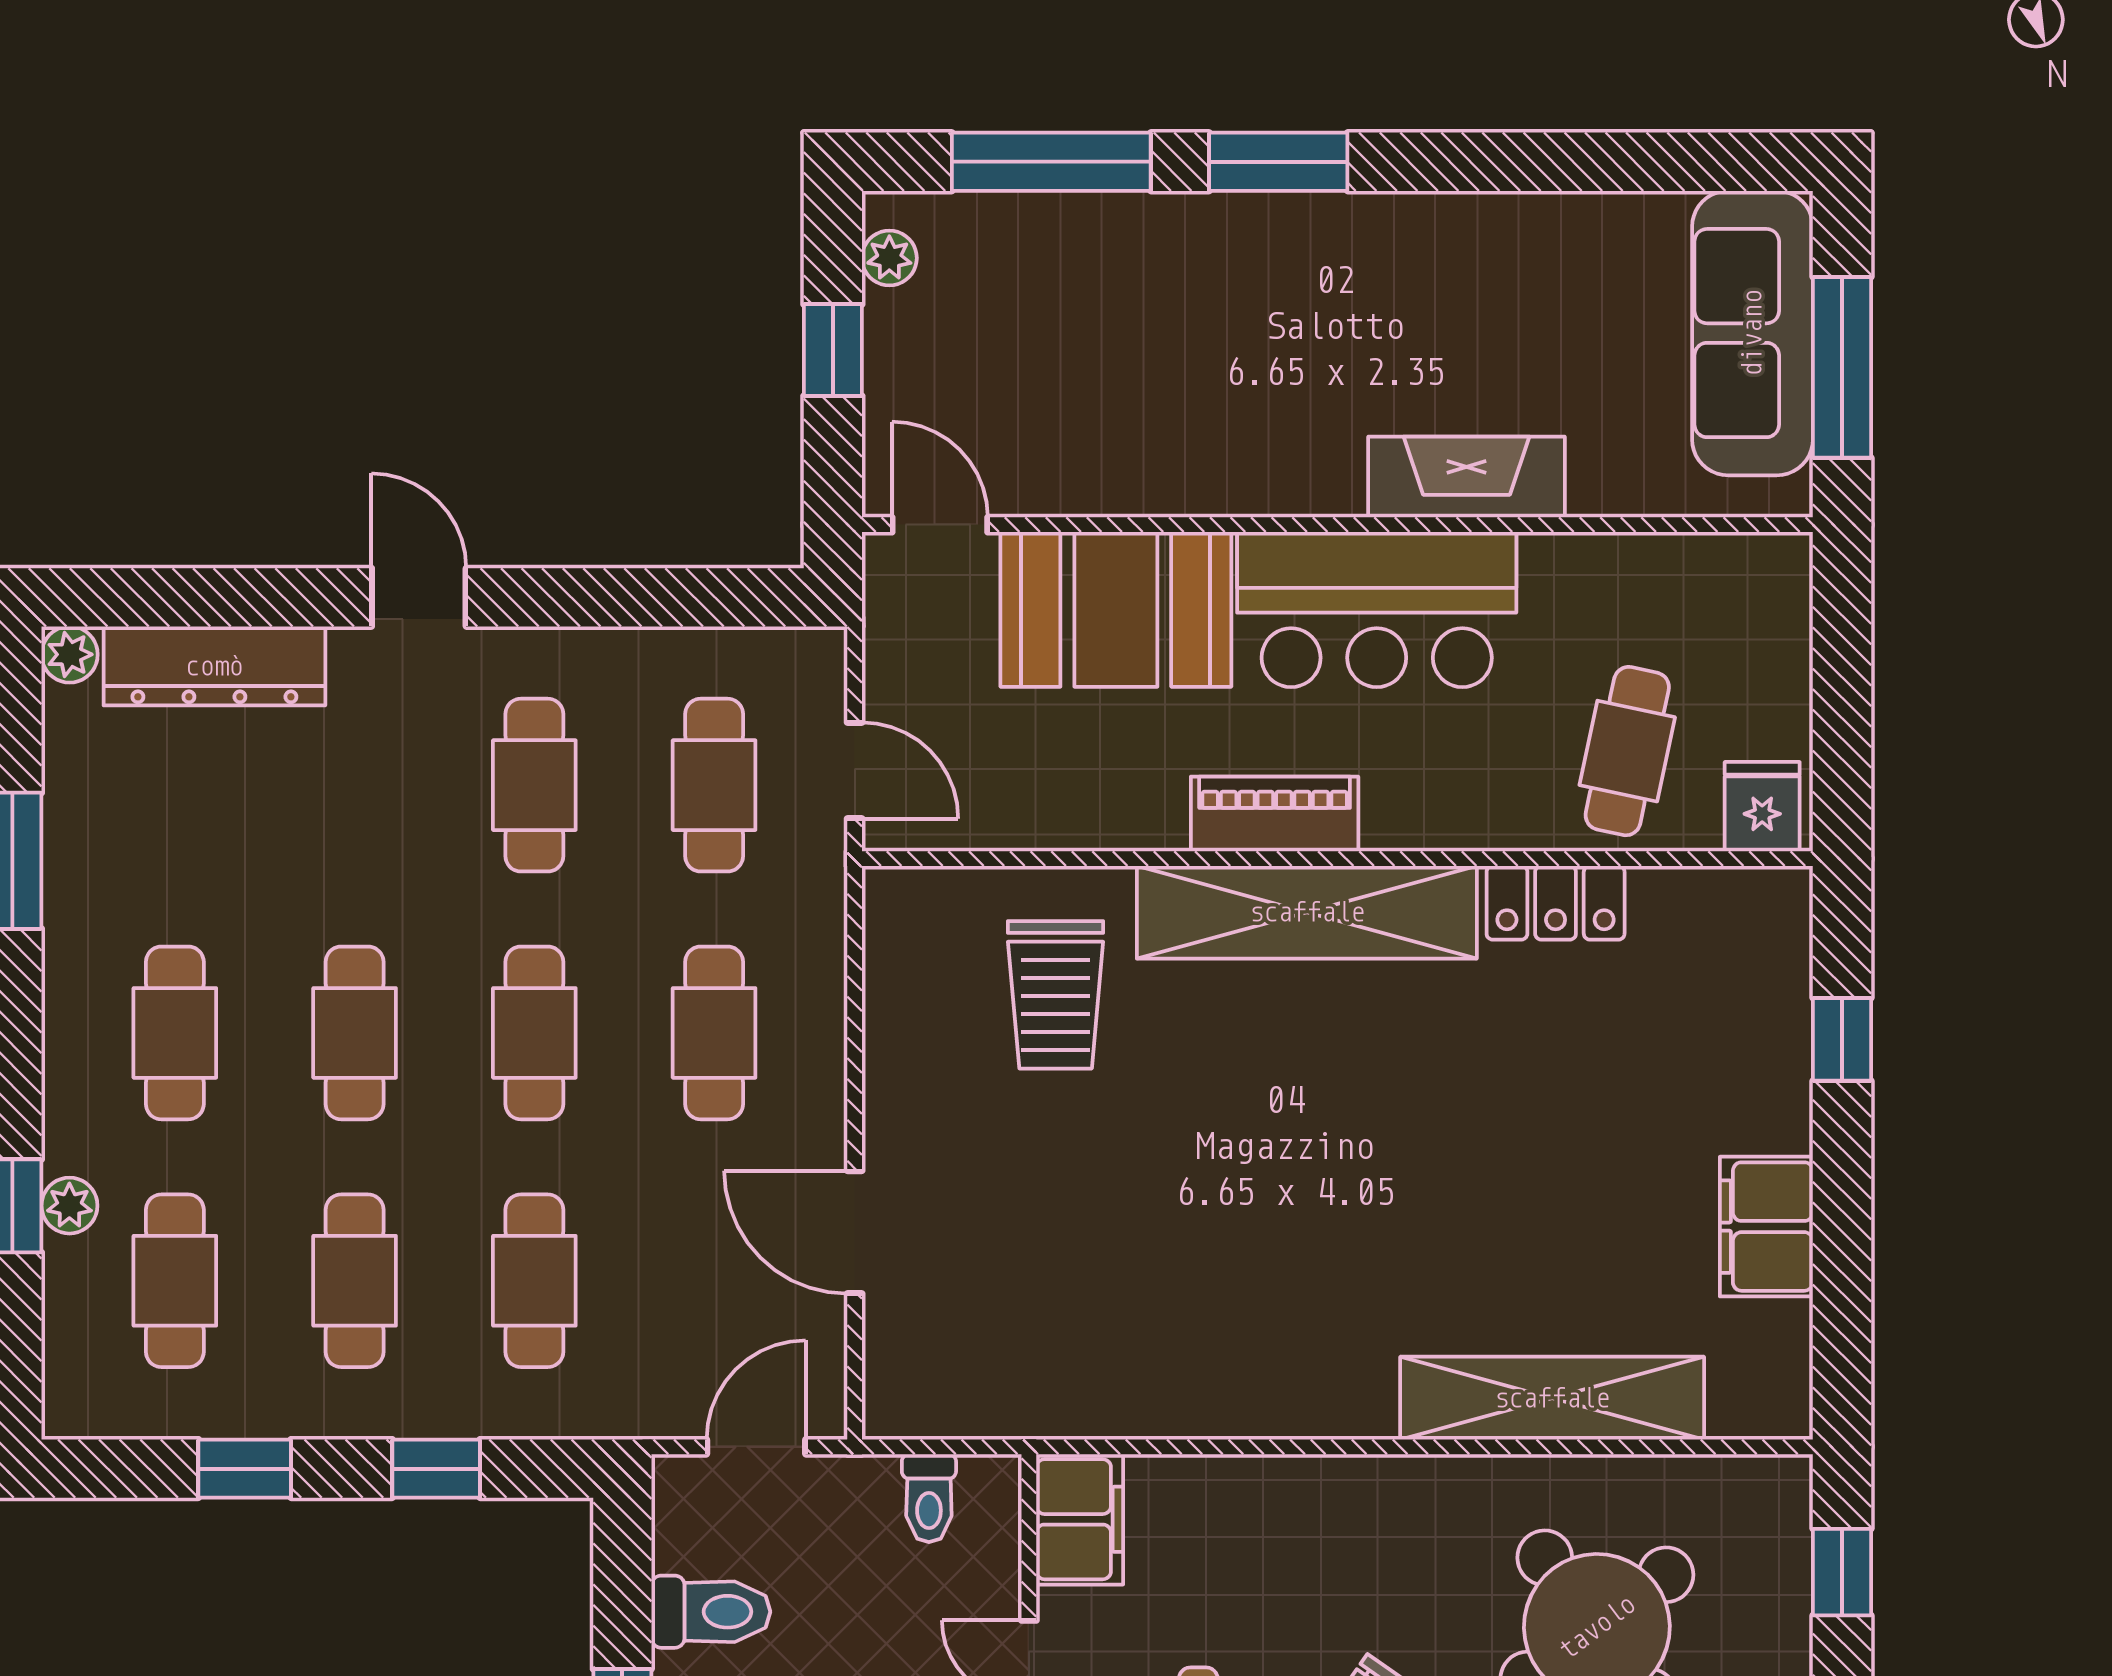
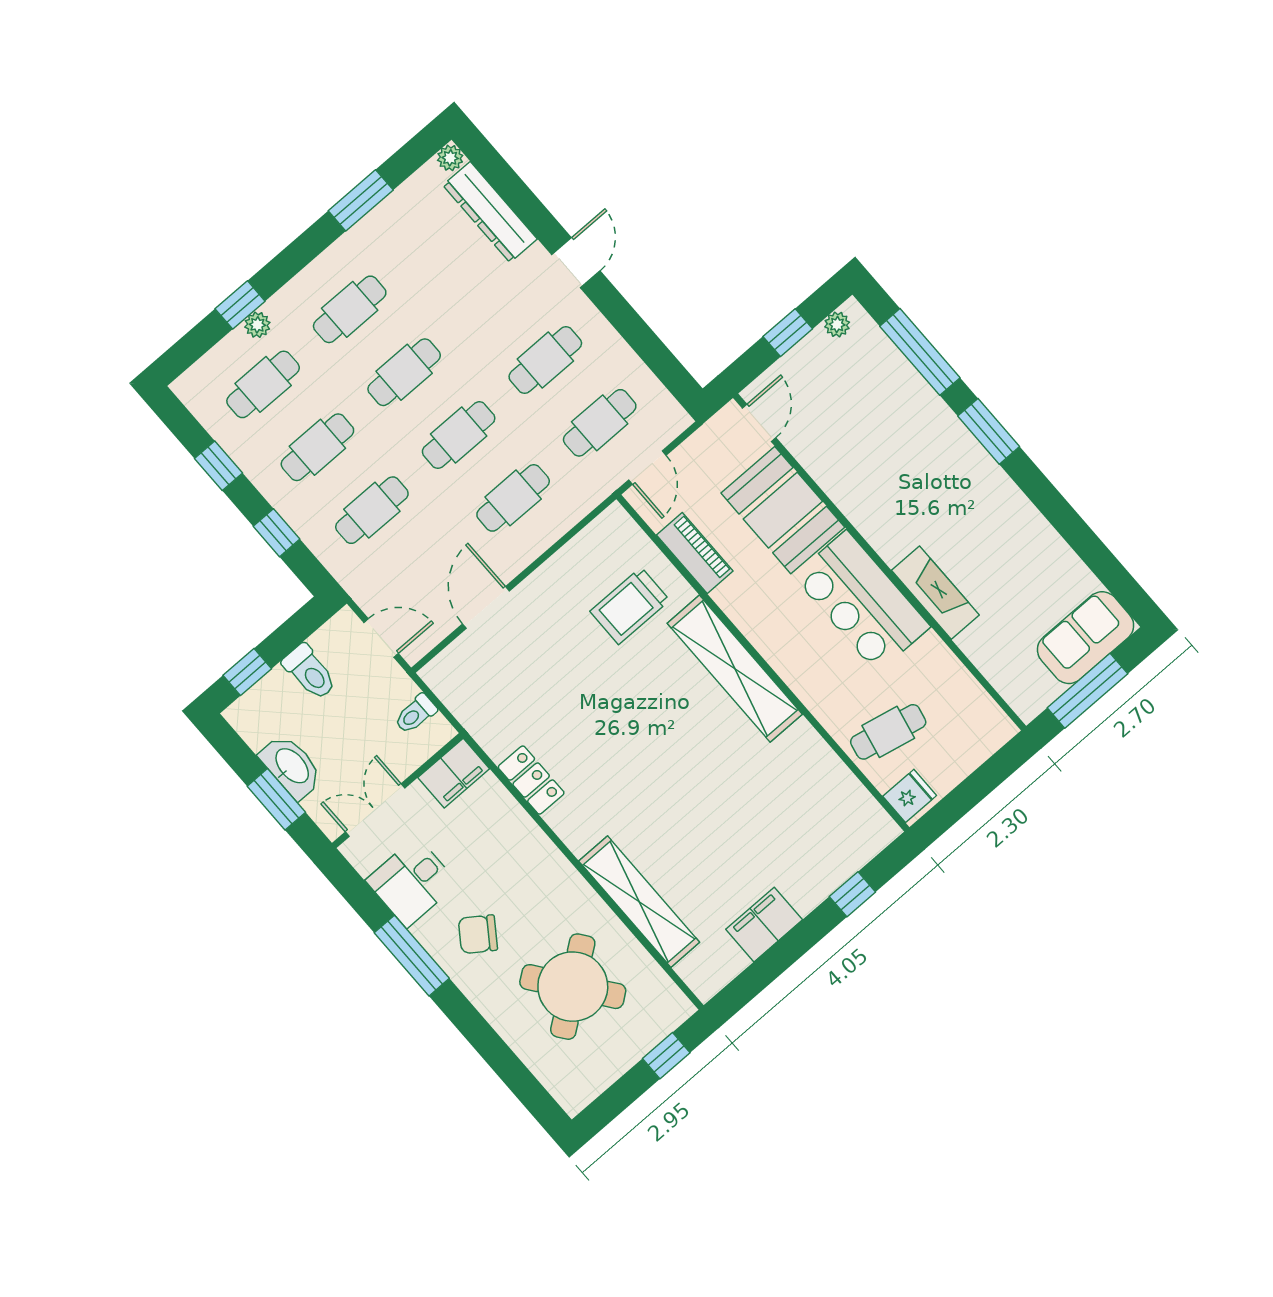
sofa: (1752, 333) -> (1086, 638), width x0.73
piano: (1275, 814) -> (695, 553), moved
locker: (1556, 903) -> (531, 780), moved, turned 180

